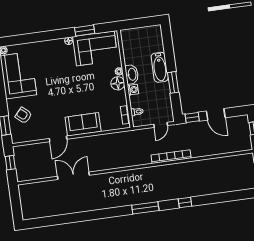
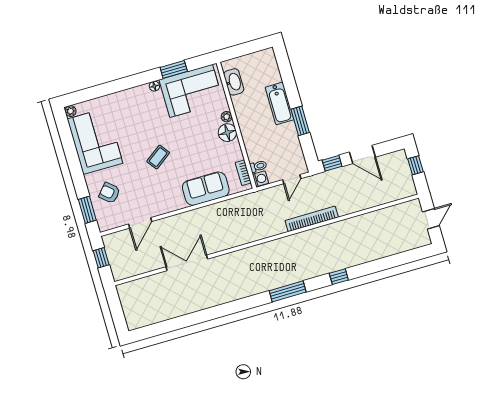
washbasin: (132, 74) -> (234, 82), moved
washing machine: (133, 90) -> (260, 179), moved
coffee table: (64, 94) -> (158, 157), added
sofa: (83, 124) -> (206, 189), moved
door: (58, 139) -> (140, 223), moved

